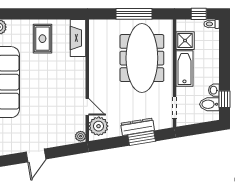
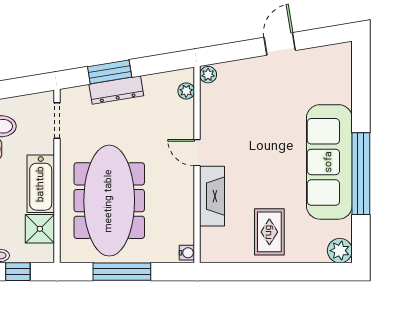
water cooler: (94, 26) -> (187, 253), added
fireplace: (78, 38) -> (212, 196), moved
door: (87, 107) -> (197, 153), moved
plant: (99, 126) -> (186, 91), width x0.53, depth x0.53

